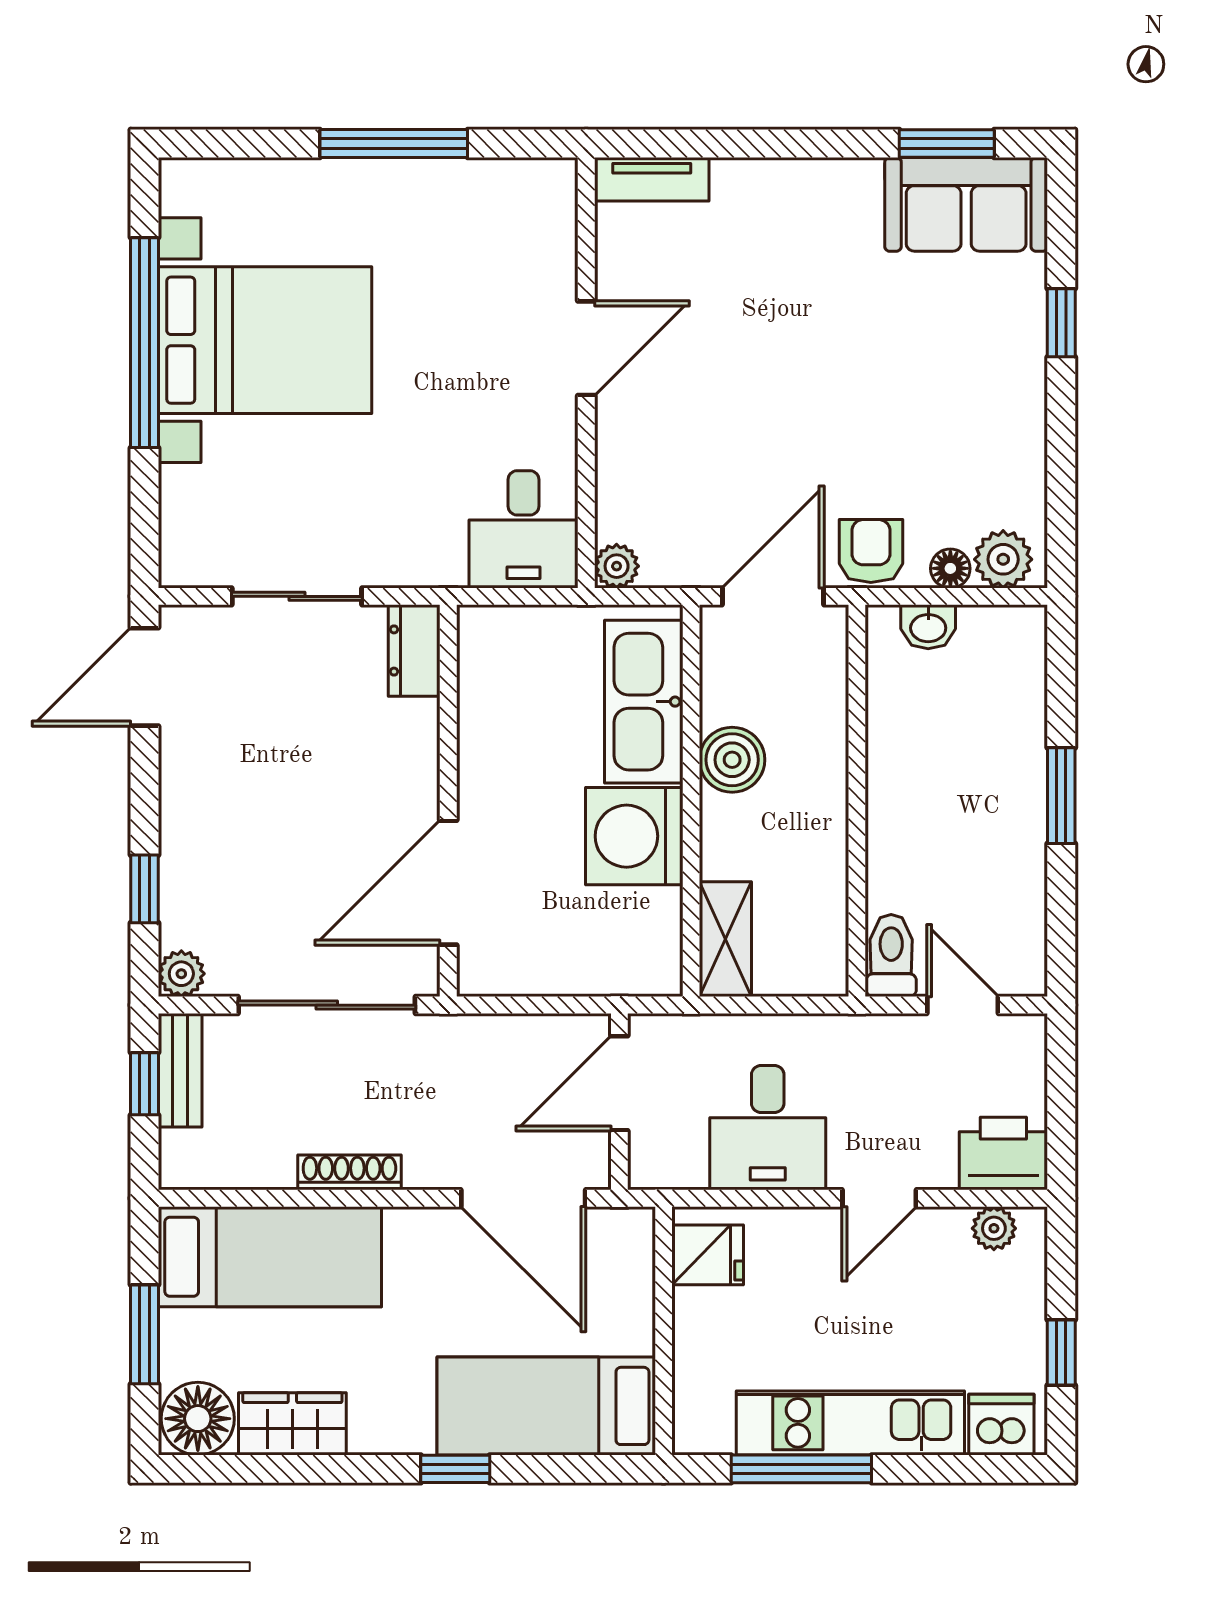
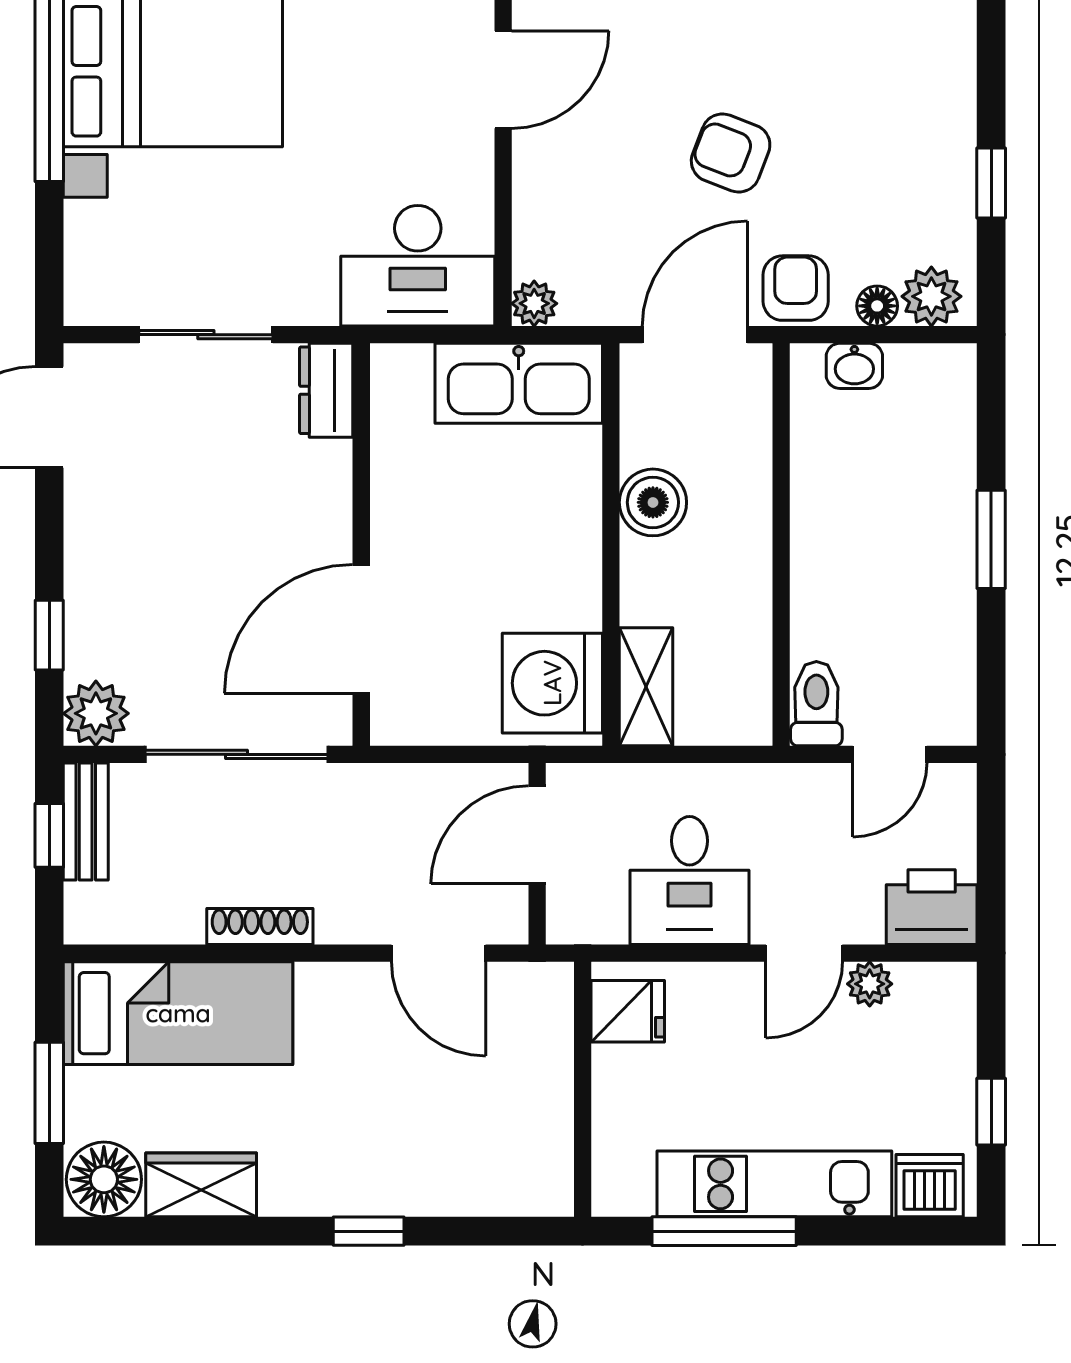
window: (1061, 323) -> (991, 183), moved
armchair: (808, 420) -> (731, 153), added
desk: (524, 529) -> (418, 266), width x1.37
kitchen sink: (644, 702) -> (519, 383), moved, turned -90
washing machine: (634, 836) -> (552, 683), moved
plant: (181, 974) -> (96, 713), width x1.38, depth x1.38
door: (963, 1005) -> (890, 754), swing flipped
door: (523, 1198) -> (438, 953), width x0.73
plant: (994, 1228) -> (870, 984), moved
bed: (546, 1406) -> (462, 1166), removed

